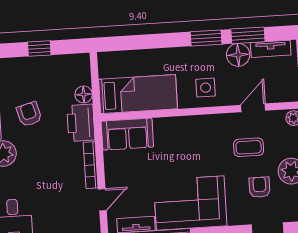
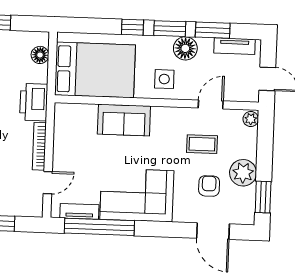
window: (170, 40) -> (133, 27), added
floor lamp: (238, 55) -> (185, 48), moved
floor lamp: (84, 94) -> (40, 55), moved
bed: (138, 94) -> (95, 70), width x1.50
sofa: (127, 134) -> (124, 120), moved

